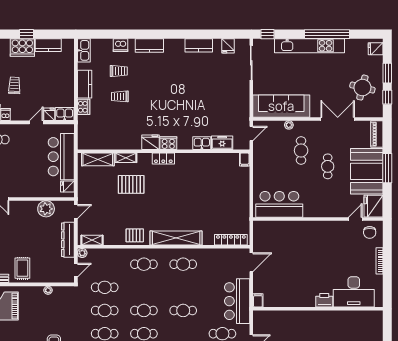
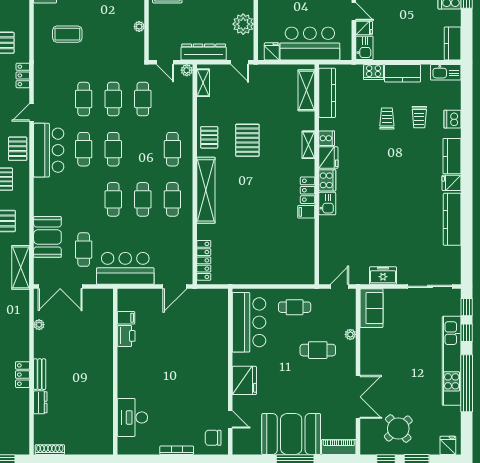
window: (287, 34) -> (467, 333), added
kitchen counter: (48, 45) -> (453, 43), moved
kitchen counter: (199, 45) -> (452, 219), width x1.50
fridge: (228, 46) -> (452, 183), moved
round table: (362, 88) -> (398, 429), turned 35
sofa: (281, 106) -> (371, 308), width x0.54, depth x0.79
door: (251, 133) -> (340, 286), swing flipped
kitchen counter: (100, 143) -> (327, 93), added
cooker: (135, 143) -> (327, 138), added
kitchen sink: (202, 143) -> (327, 204), moved
freezer: (222, 143) -> (383, 275), moved, turned -90
shelving: (126, 158) -> (308, 145), moved
locker: (163, 158) -> (308, 190), moved
filing cabinet: (245, 160) -> (306, 212), moved
cafe table: (328, 166) -> (295, 307), moved
pallet: (131, 184) -> (247, 140), moved
fridge: (373, 206) -> (244, 380), moved, turned 90
door: (251, 262) -> (175, 286), hinge flipped
cafe table: (183, 287) -> (143, 199), added
desk: (354, 292) -> (132, 417), width x0.73, depth x0.77
filing cabinet: (258, 300) -> (126, 318), moved
printer: (324, 300) -> (126, 336), moved

